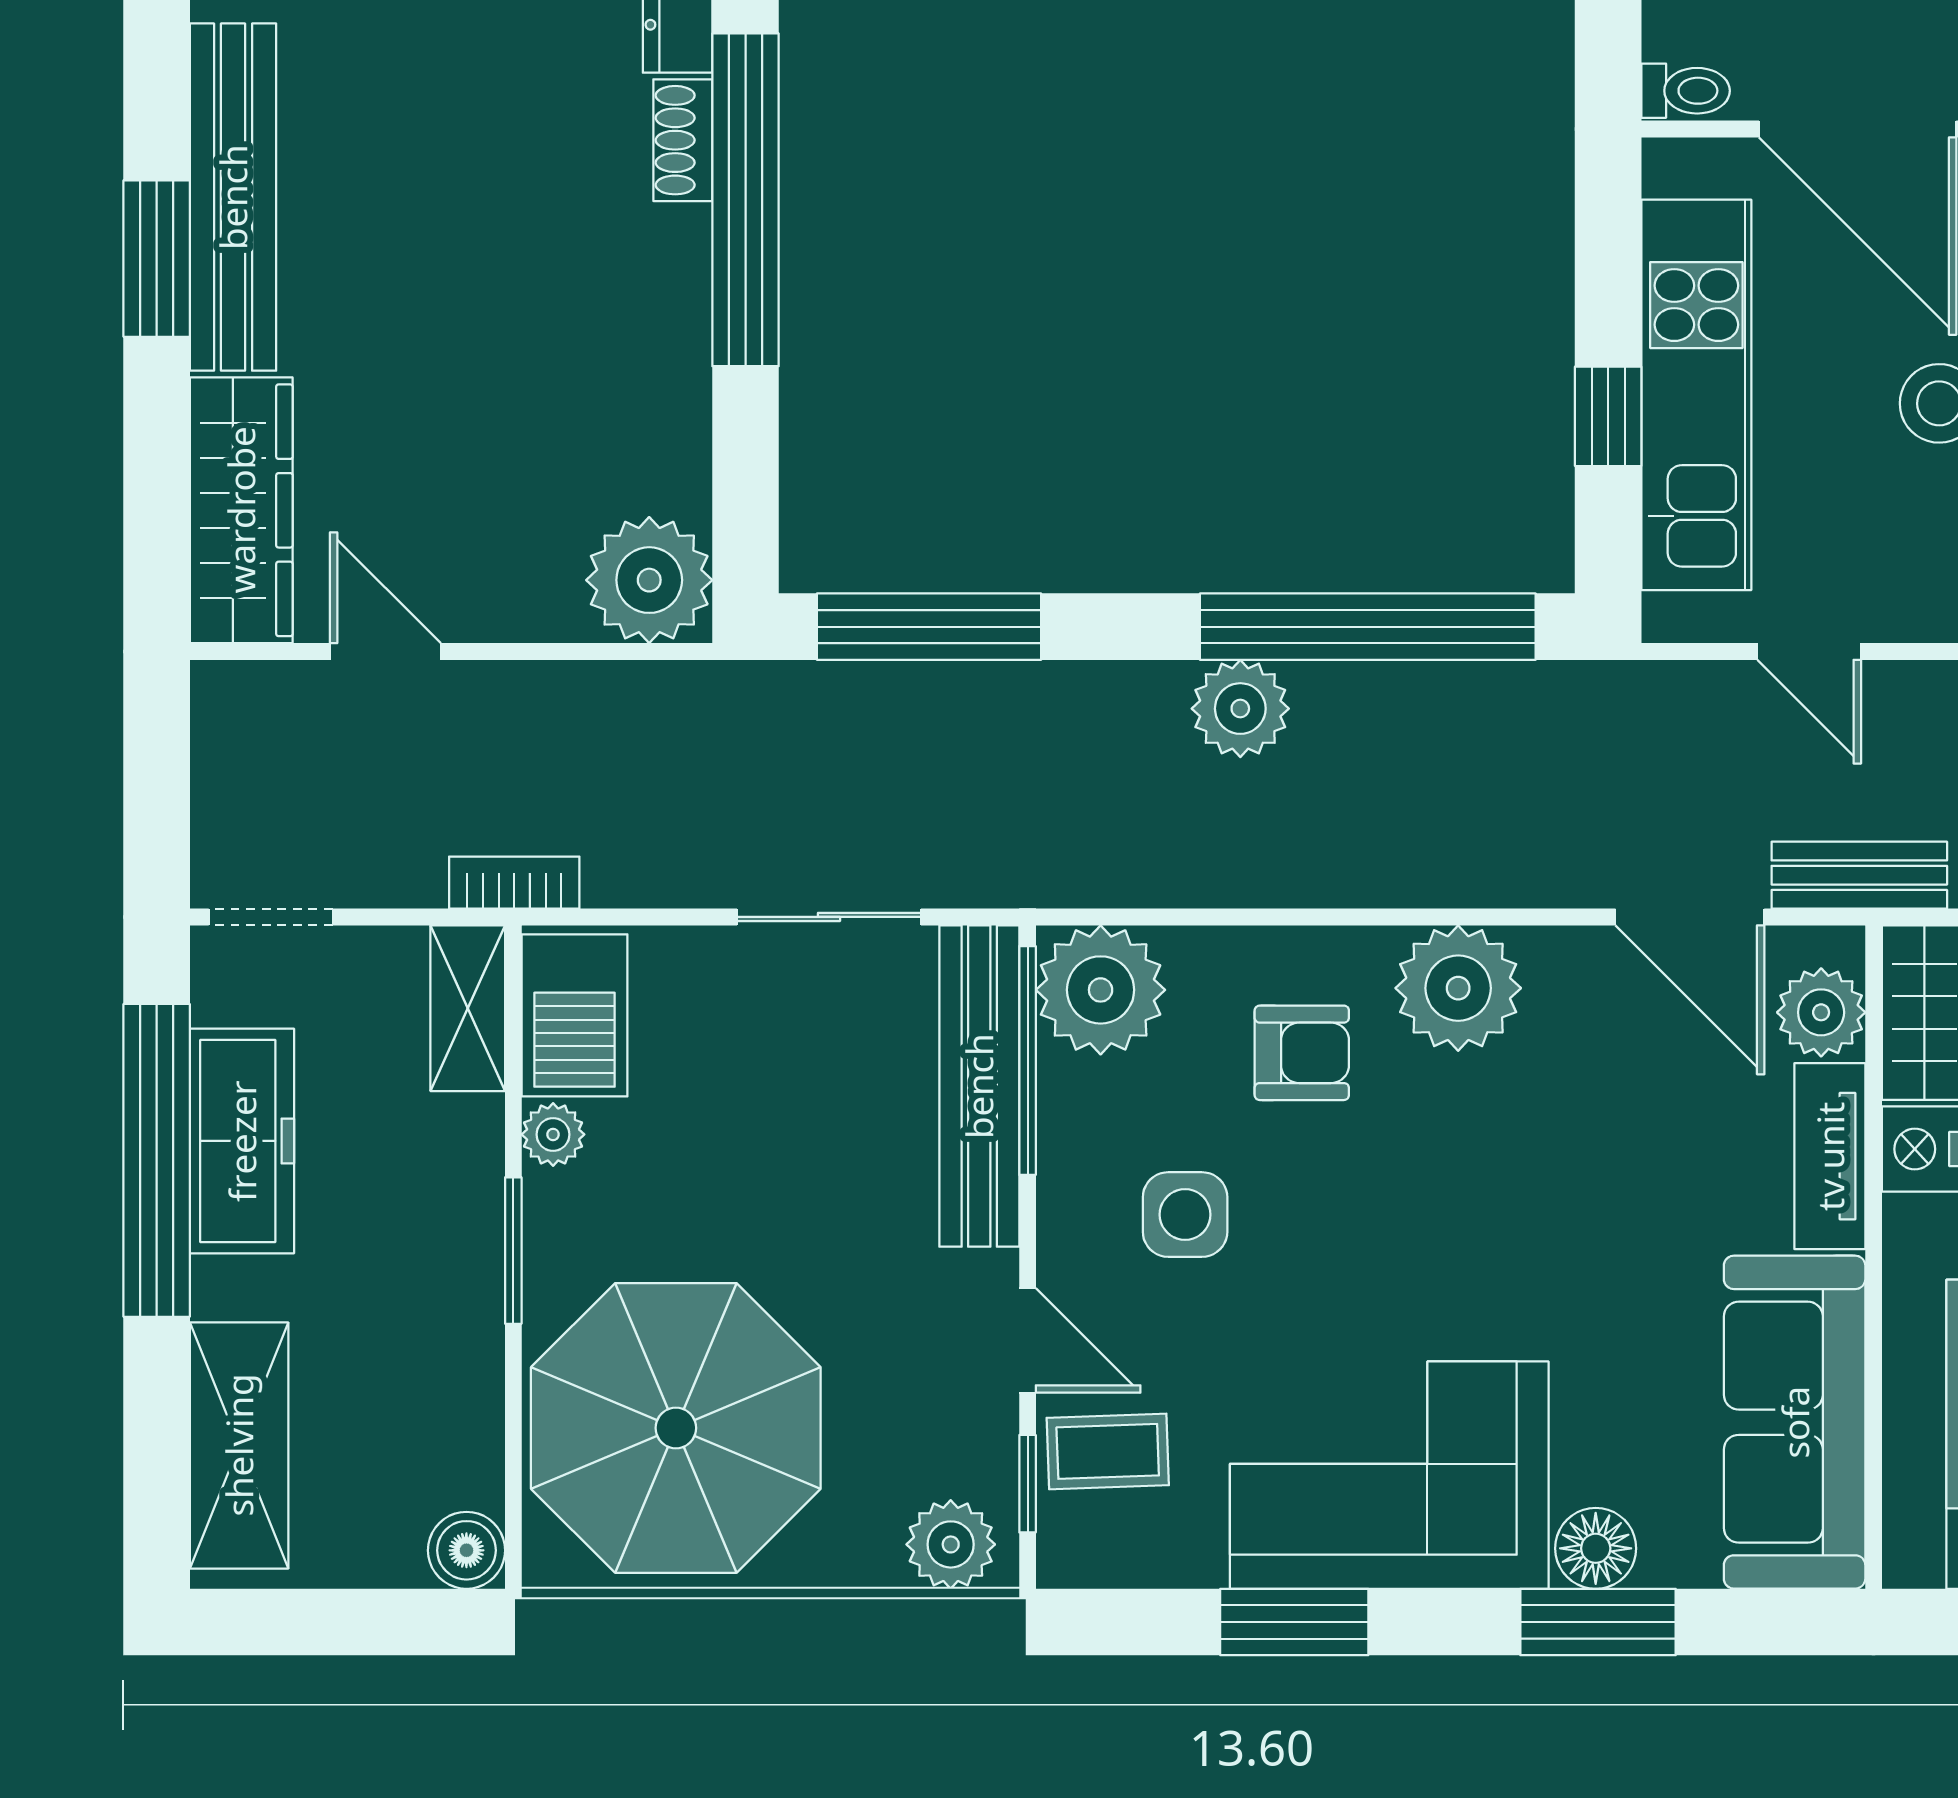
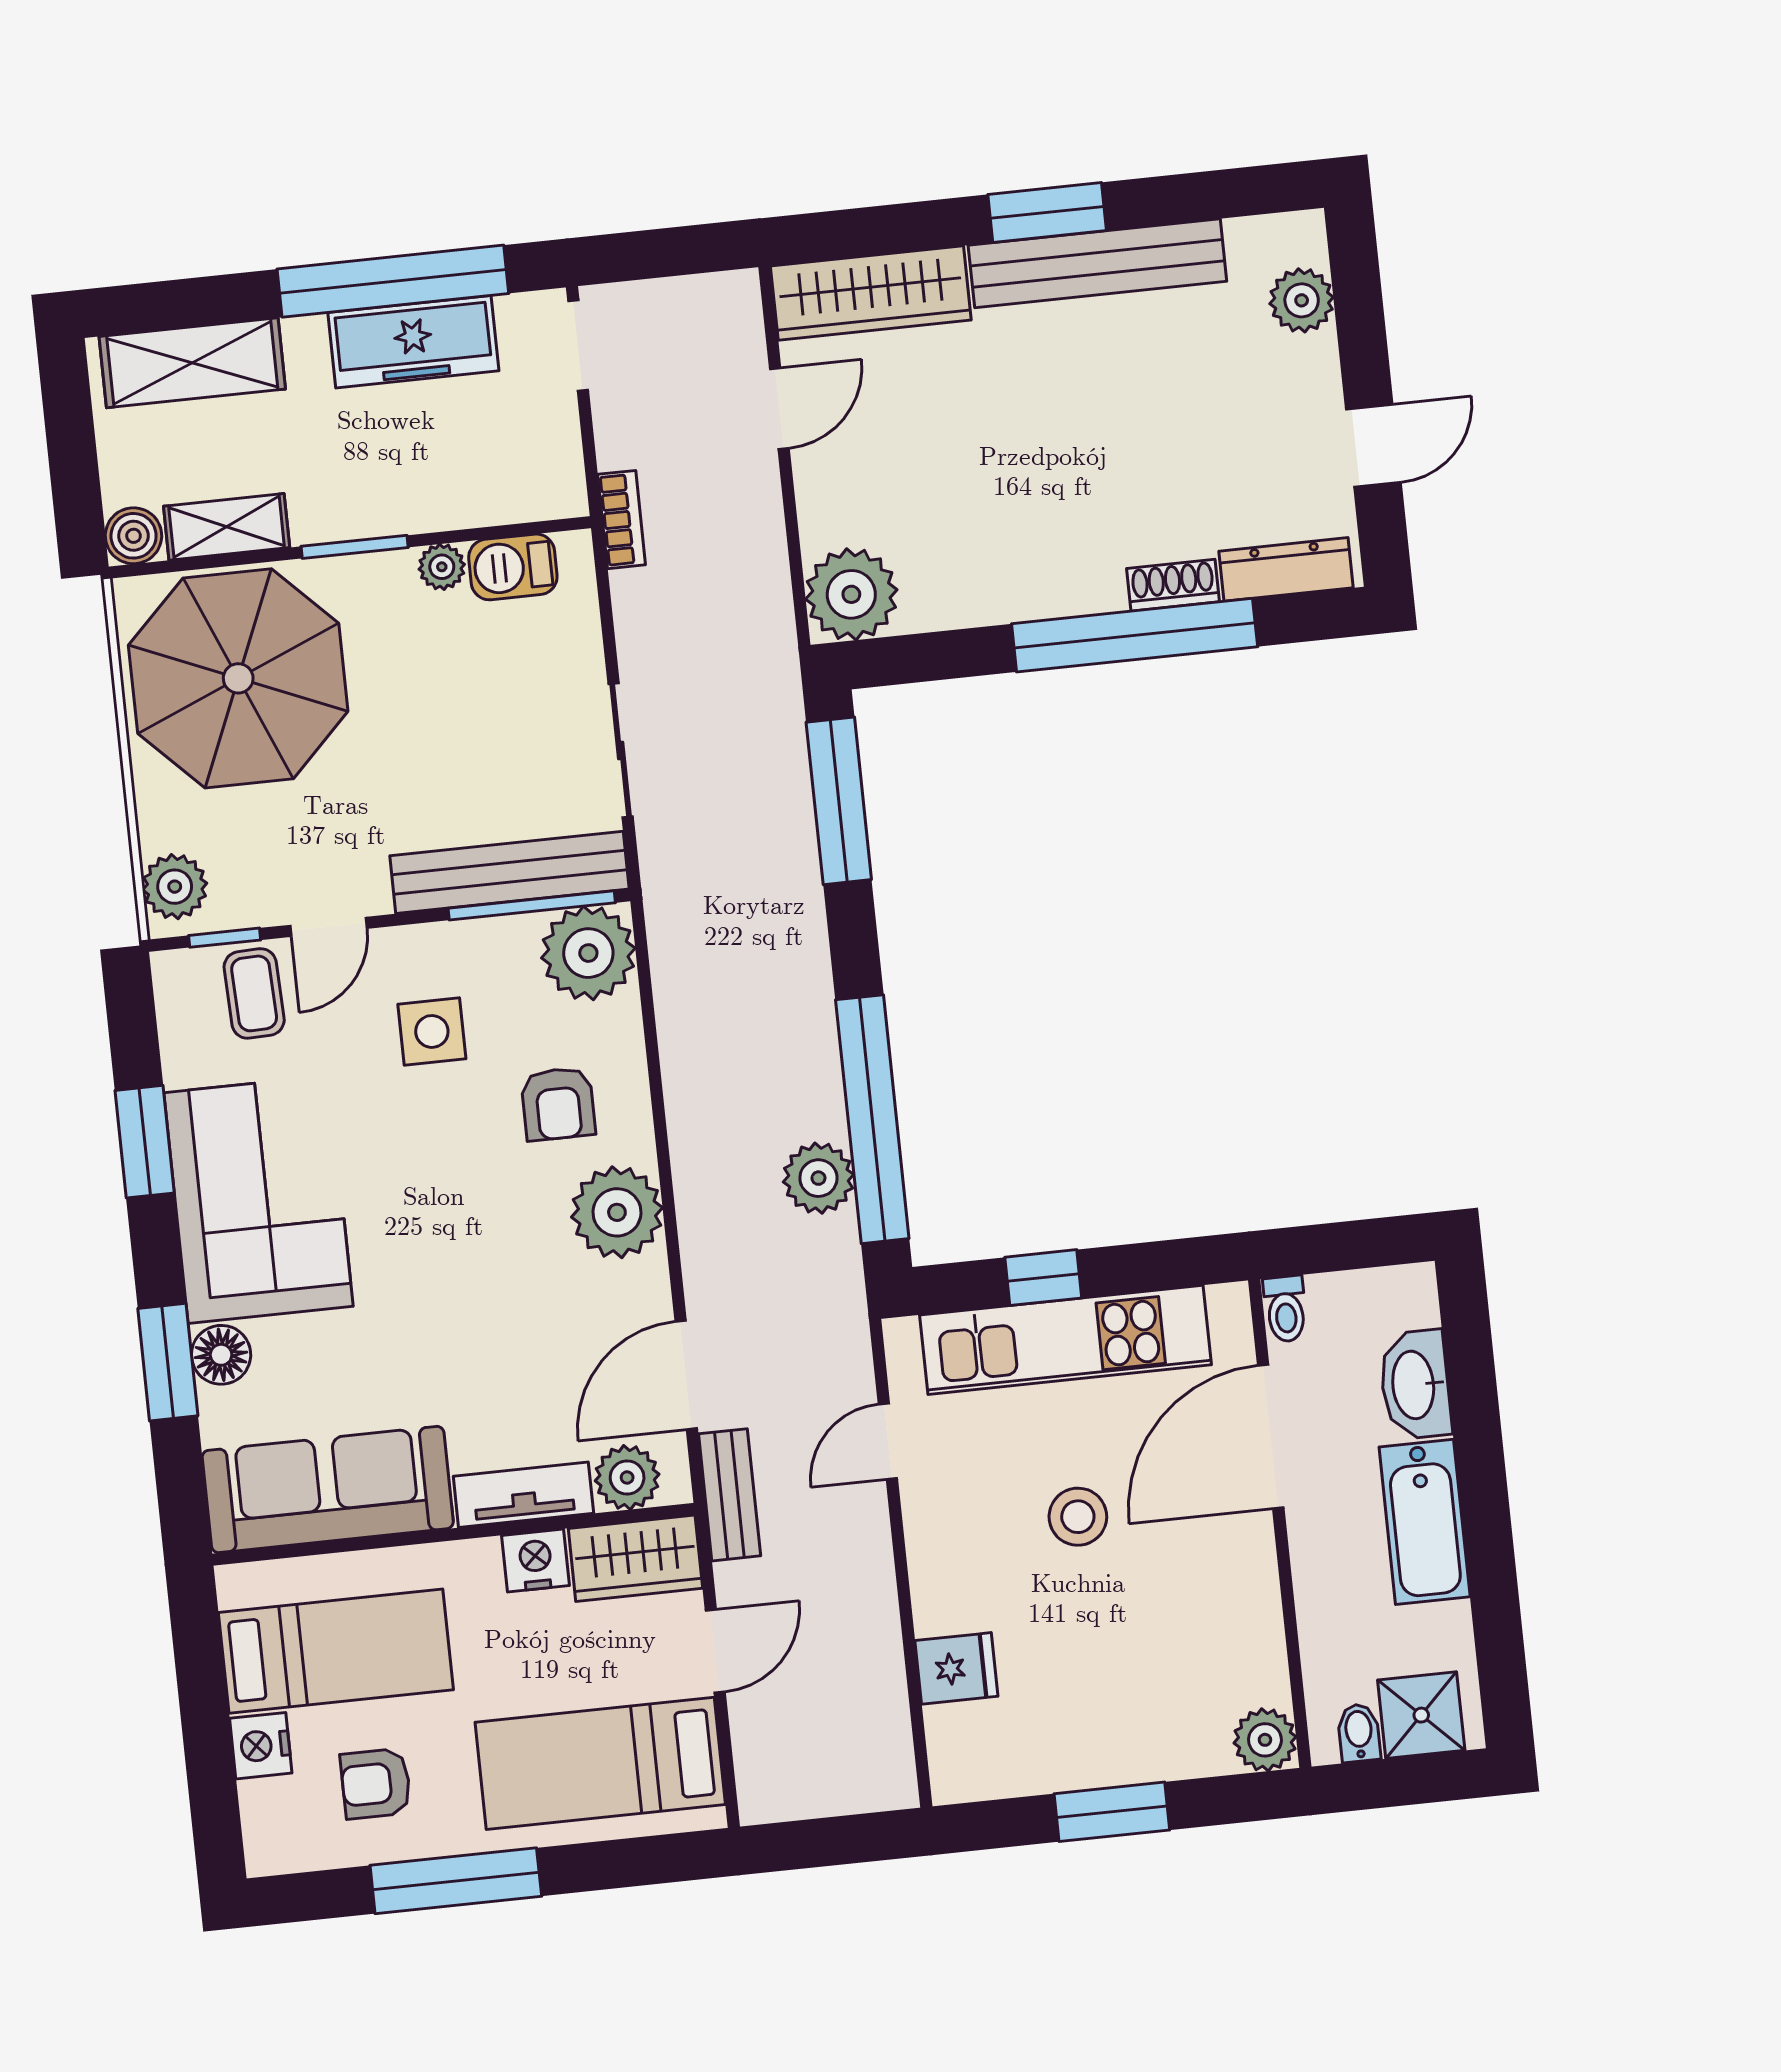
plant: (1240, 709) -> (818, 1178), moved
shelving: (468, 1008) -> (227, 527), moved
barbecue: (574, 1015) -> (513, 567), width x0.73, depth x0.79

